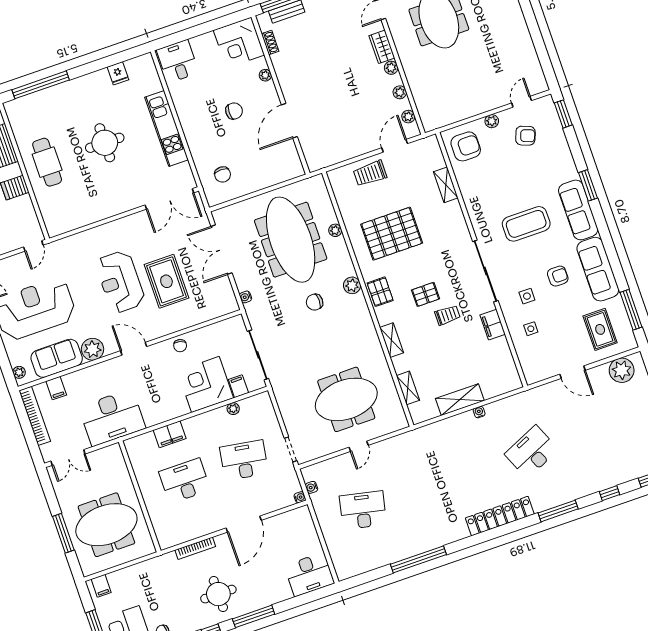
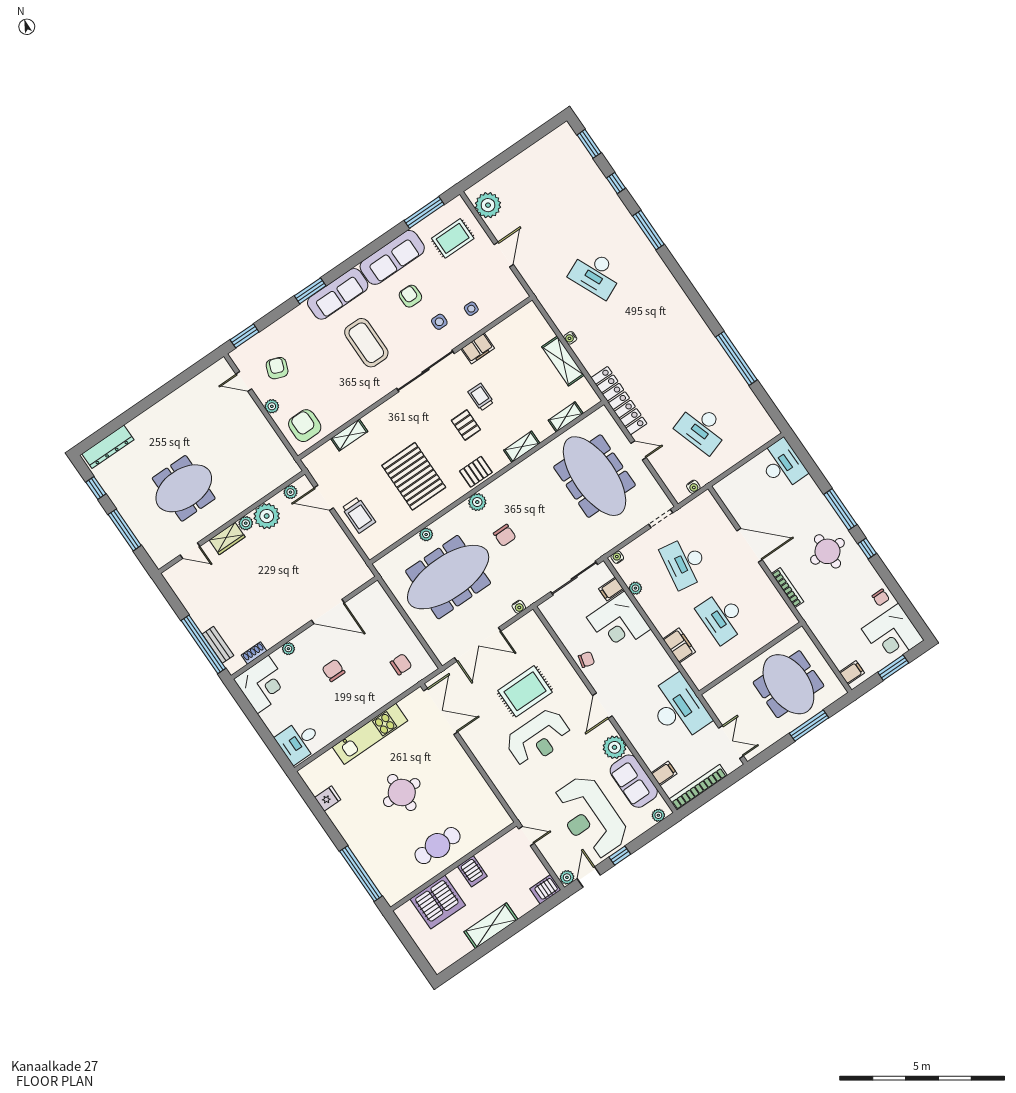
plant: (400, 92) -> (267, 516), width x1.87, depth x1.87
meeting table: (346, 399) -> (595, 476), width x1.36
water cooler: (300, 497) -> (617, 557), moved
desk: (363, 510) -> (702, 428), turned -30
locker: (500, 516) -> (619, 401), moved, turned 180

